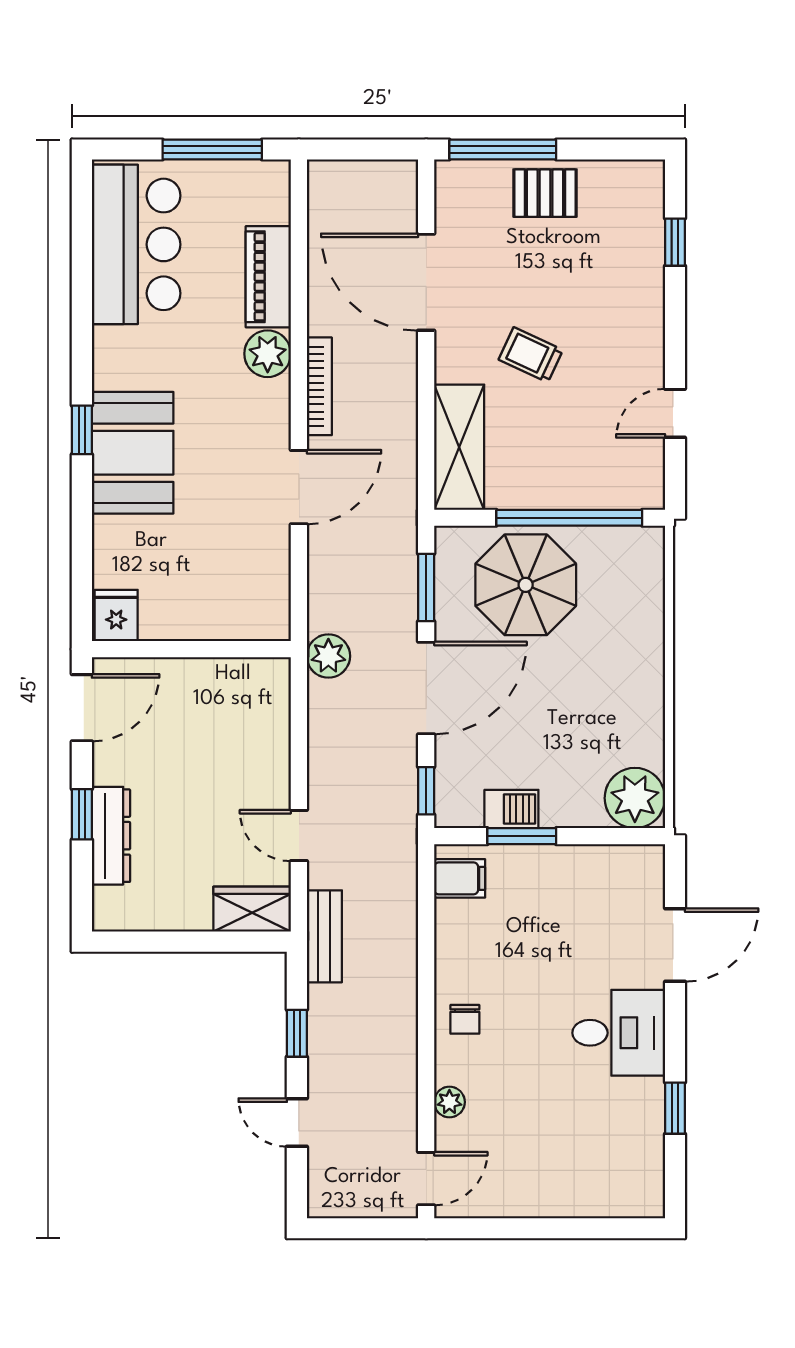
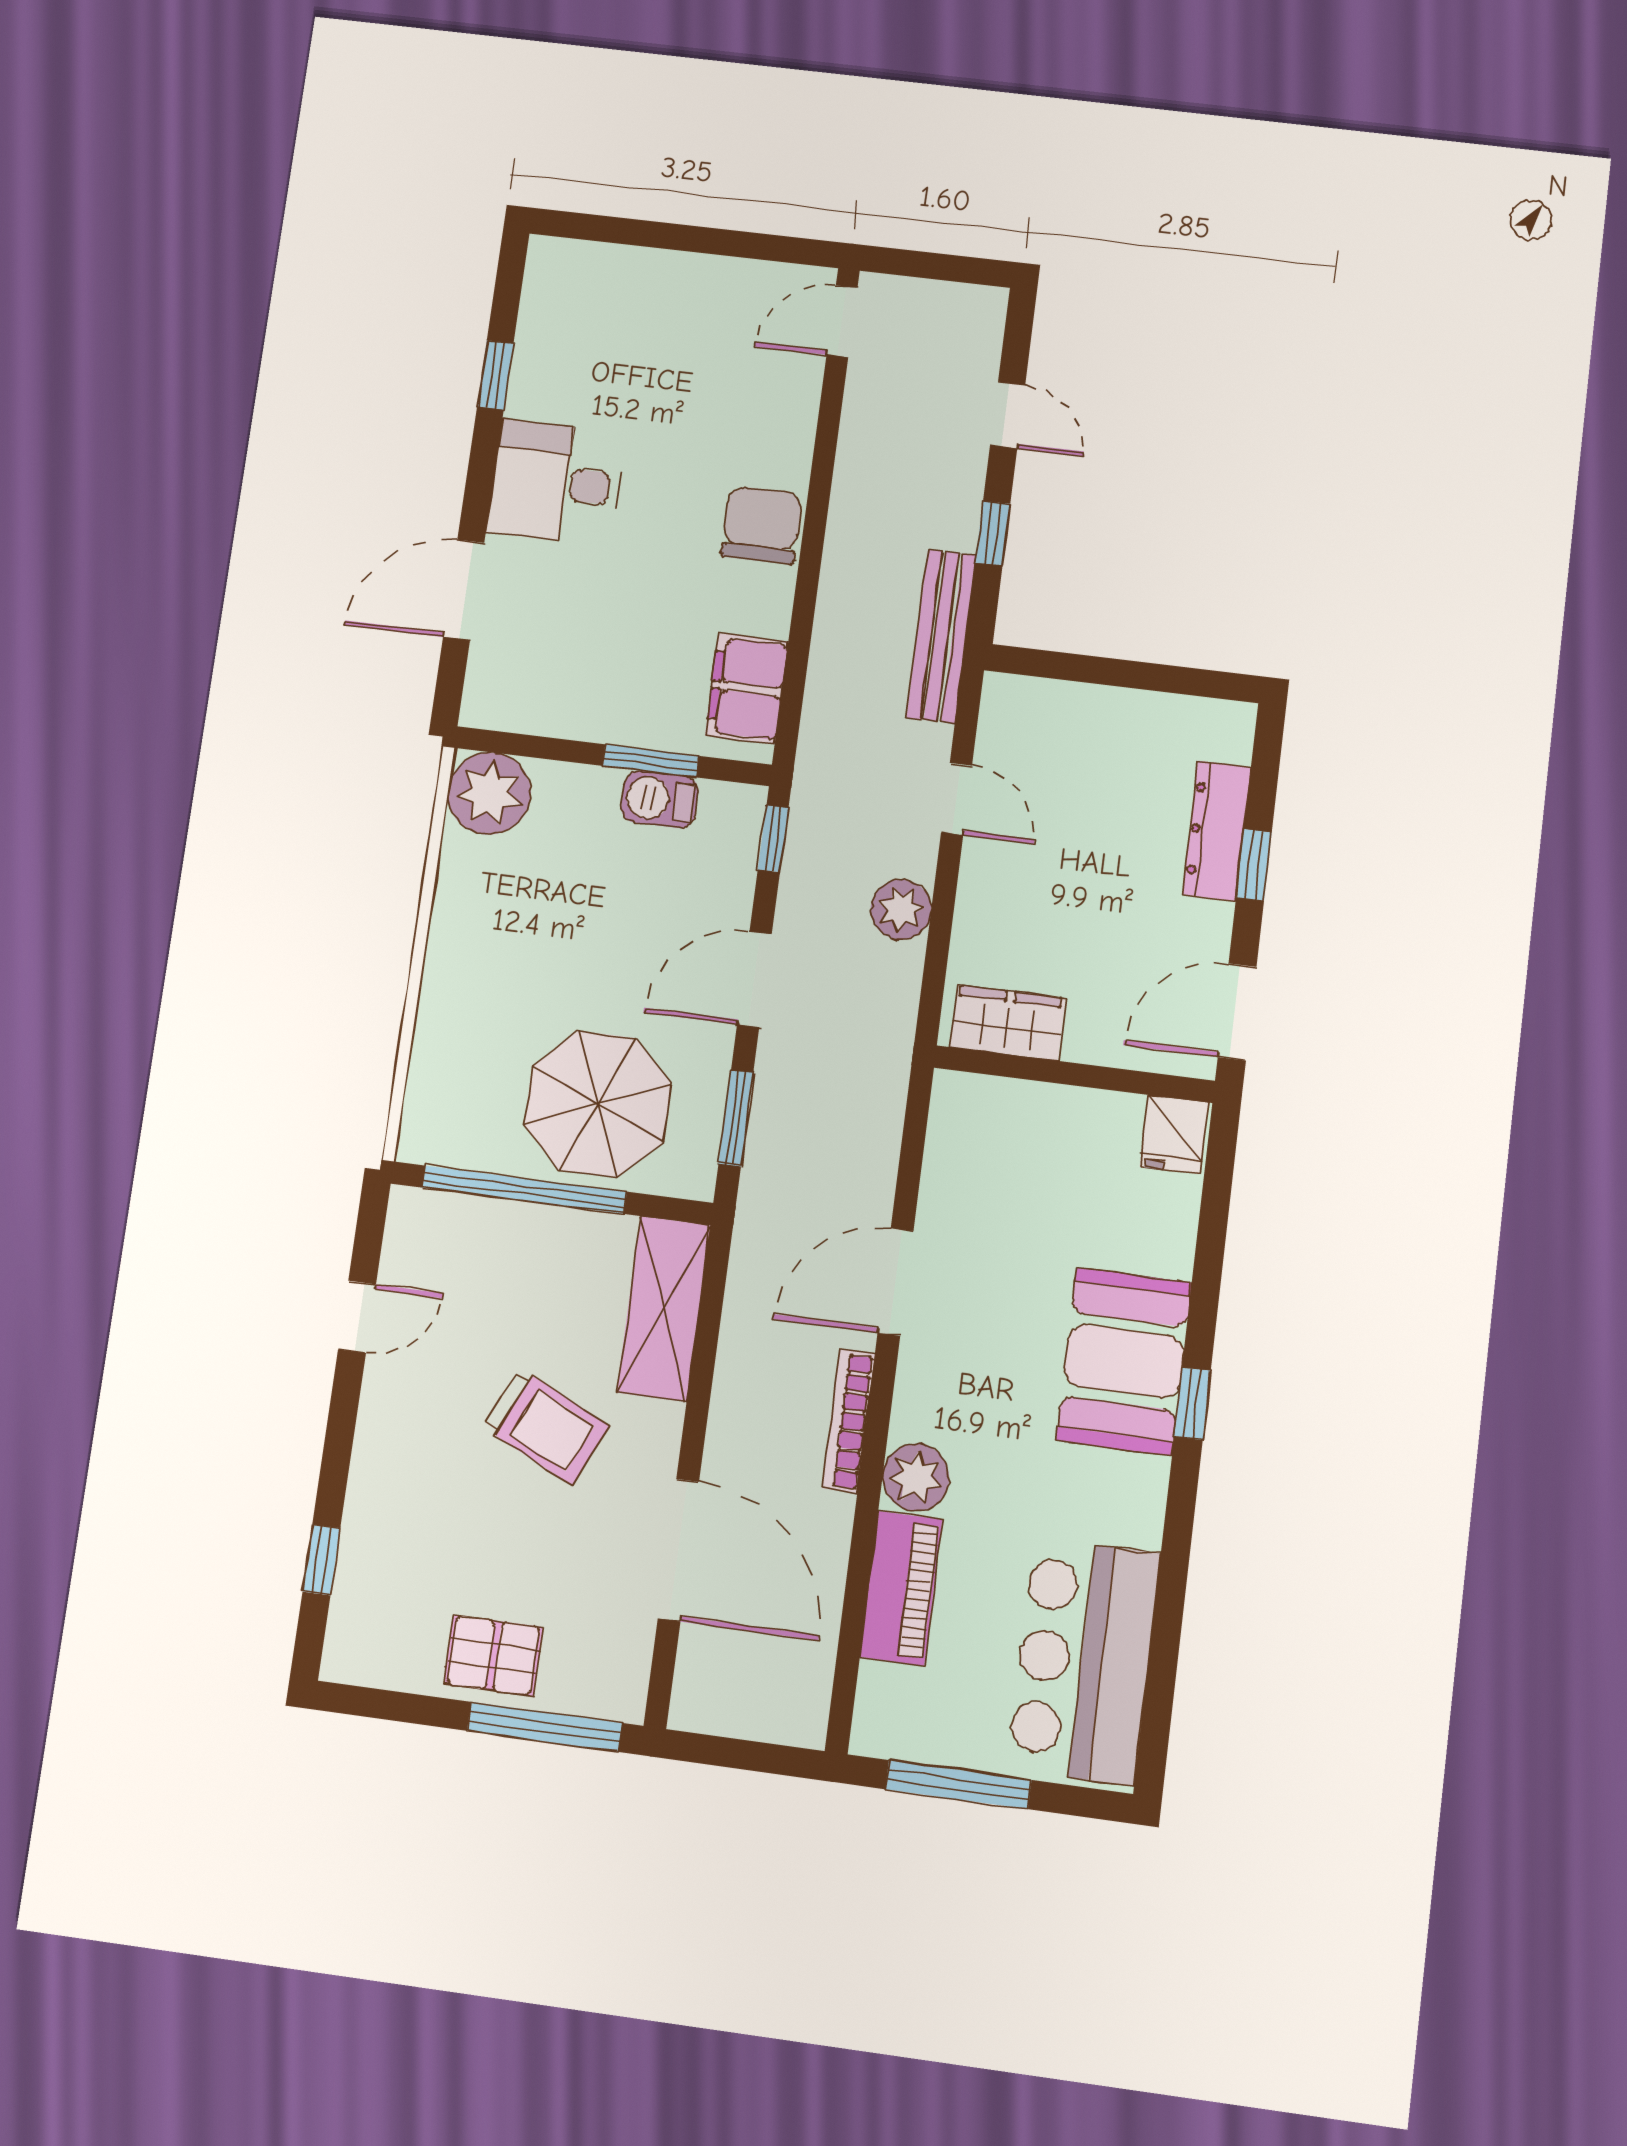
trolley: (531, 355) -> (546, 1426), width x1.36, depth x1.39
plant: (328, 656) -> (901, 909), moved
door: (426, 688) -> (754, 979), width x0.73
filing cabinet: (460, 878) -> (747, 689), width x2.00
wardrobe: (252, 909) -> (1007, 1023), moved, turned 180
bench: (324, 936) -> (942, 636), width x1.36
chair: (465, 1019) -> (762, 525), width x1.87, depth x1.87
plant: (449, 1102) -> (797, 418), removed

